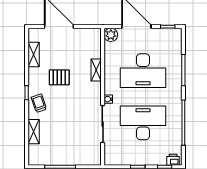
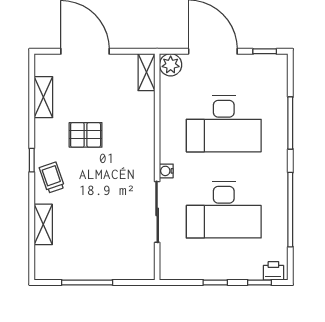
shelving: (96, 70) -> (146, 72), moved
desk: (143, 123) -> (224, 210), turned 180

